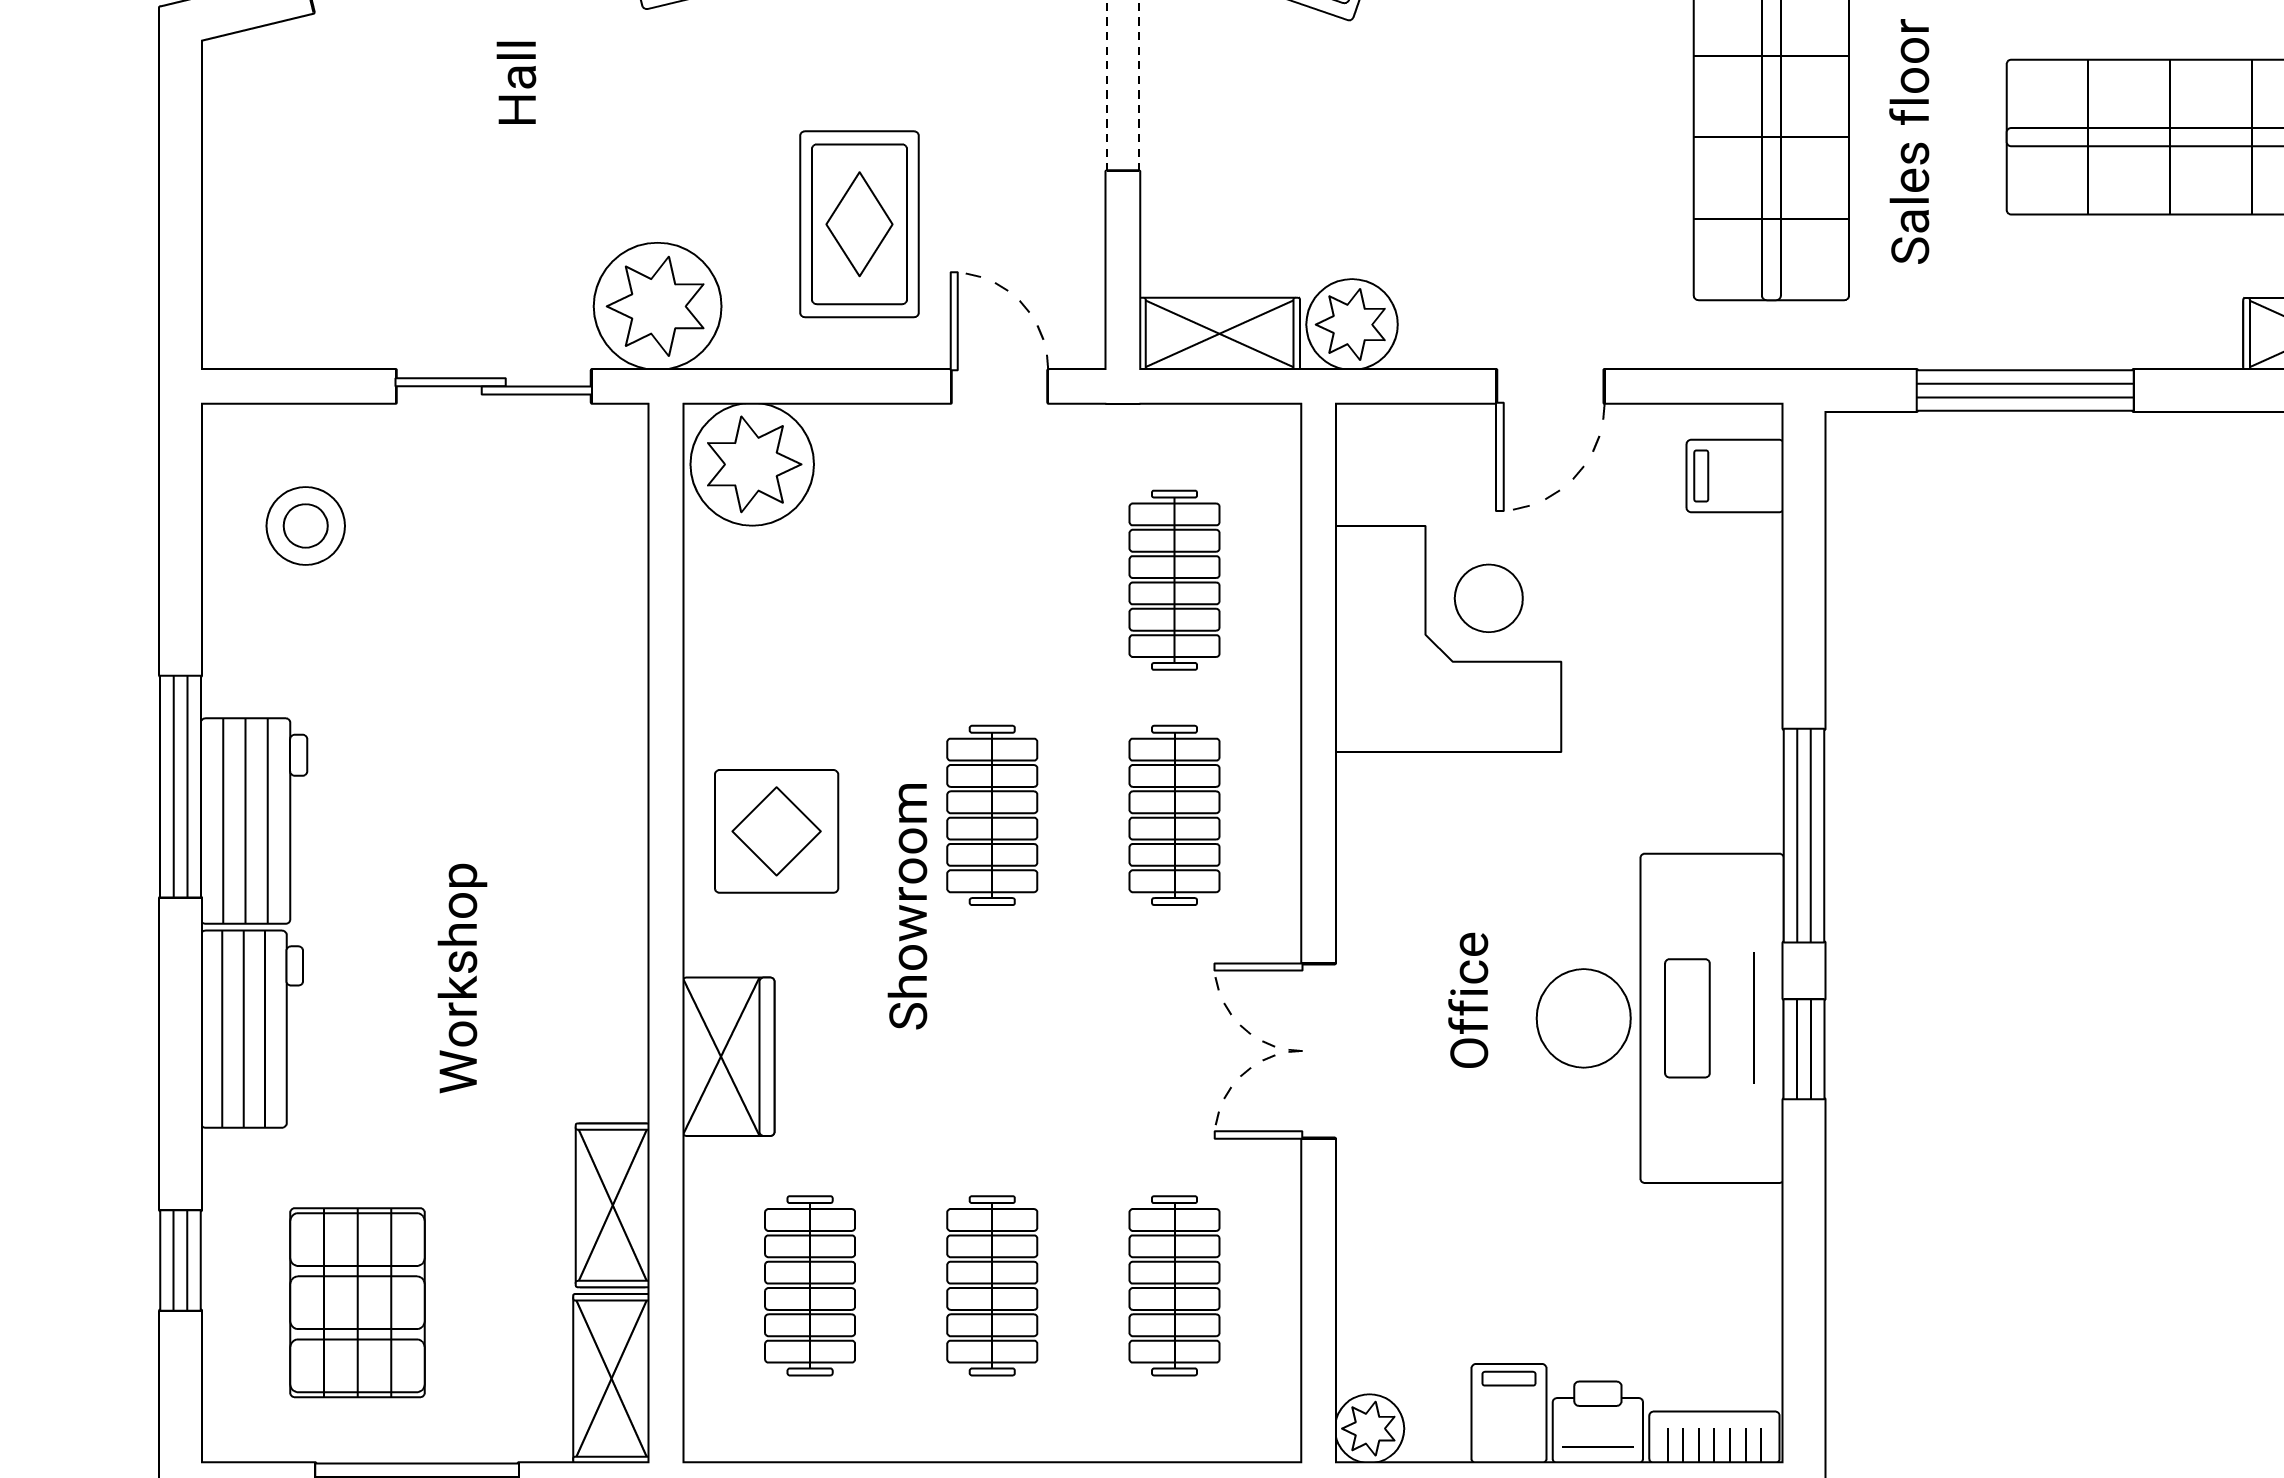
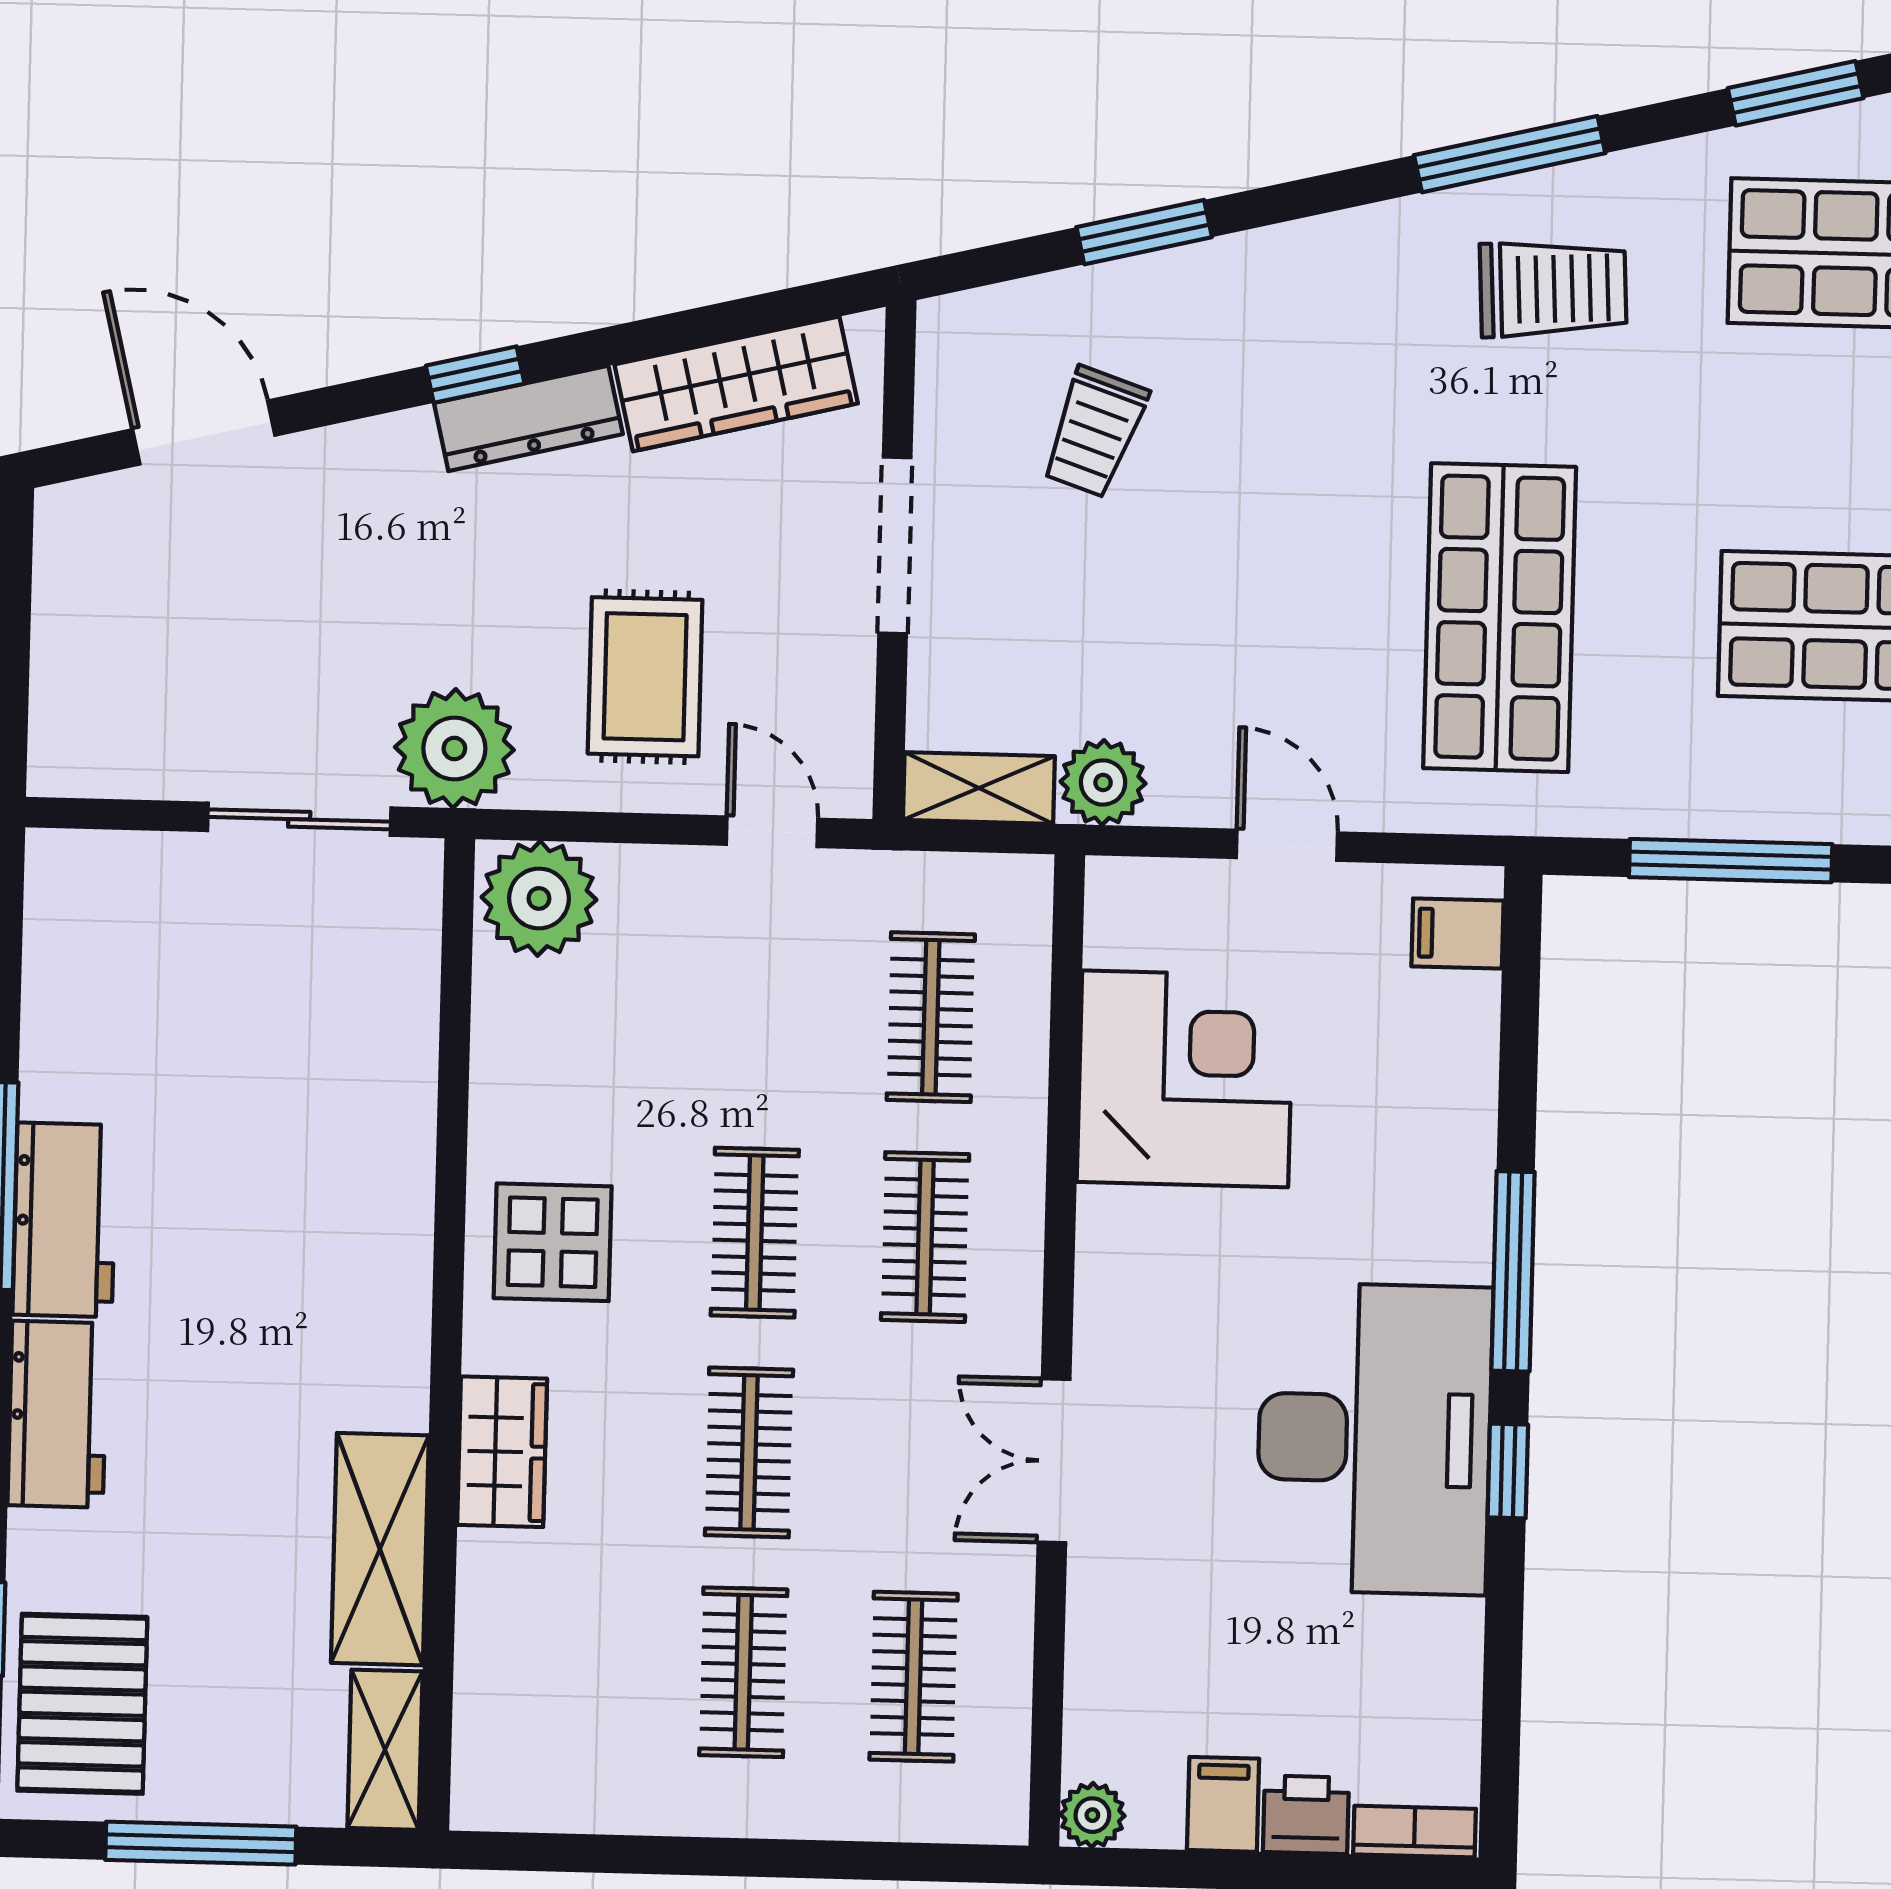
door: (1550, 386) -> (1287, 845), swing flipped
stool: (306, 526) -> (120, 945), removed
shelving: (613, 1205) -> (380, 1549), width x1.50, depth x1.33
clothes rail: (810, 1286) -> (749, 1452), moved
pallet: (358, 1303) -> (82, 1704), moved

